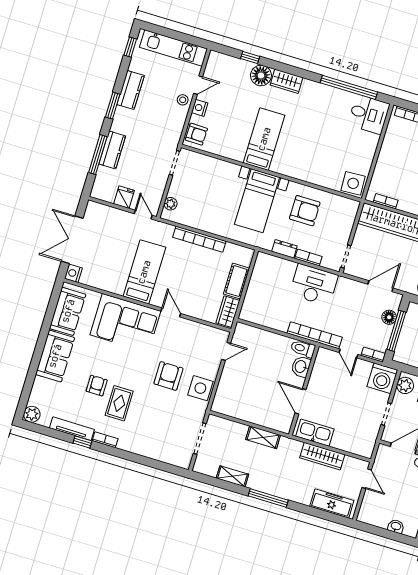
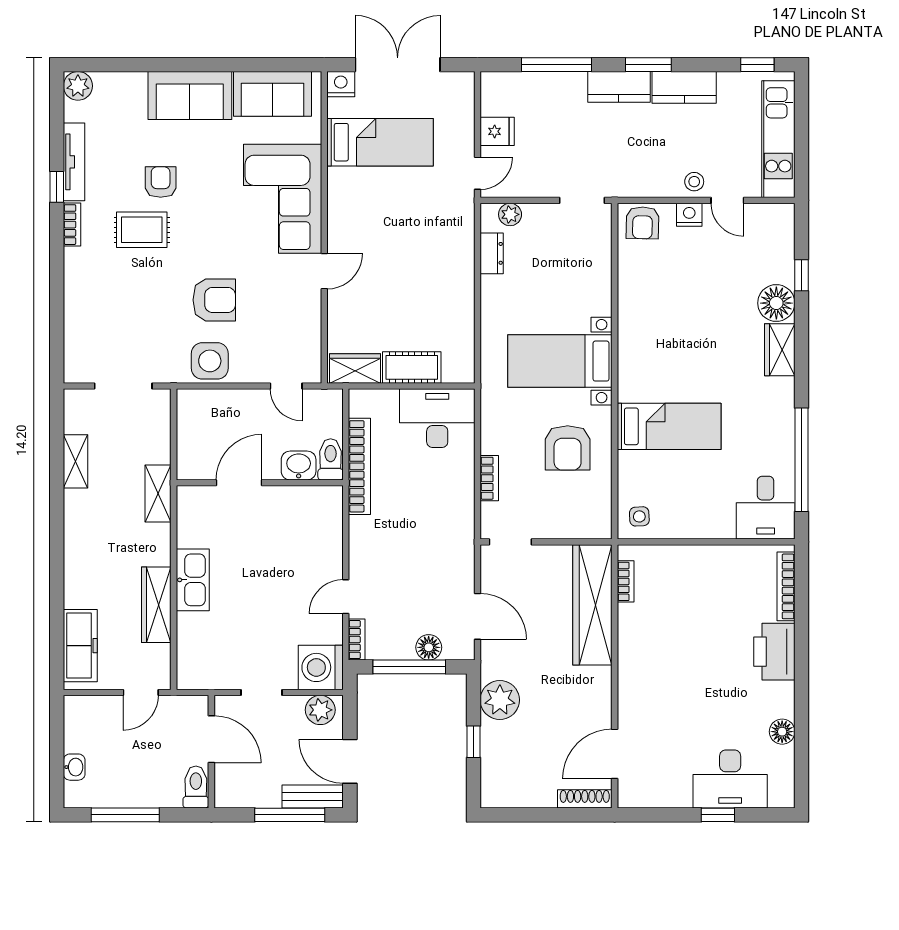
bed: (264, 139) -> (669, 426), moved
kitchen counter: (112, 150) -> (619, 87), moved
side table: (353, 183) -> (639, 516), width x0.54, depth x0.54
bookcase: (199, 239) -> (464, 282), removed
dresser: (284, 249) -> (492, 253), moved
bed: (144, 272) -> (380, 142), moved
desk: (314, 285) -> (437, 418), moved, turned -90
bookcase: (315, 335) -> (359, 466), moved
toilet: (303, 349) -> (331, 459), moved
washbasin: (301, 367) -> (299, 465), moved
armchair: (97, 386) -> (161, 182), turned -90
wall: (304, 390) -> (260, 483), moved
door: (301, 401) -> (239, 483), moved
window: (268, 498) -> (57, 534), removed

